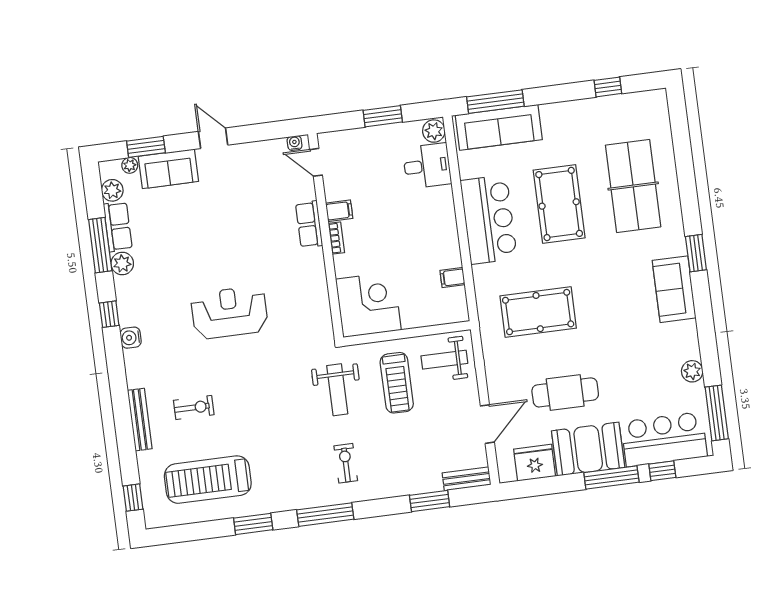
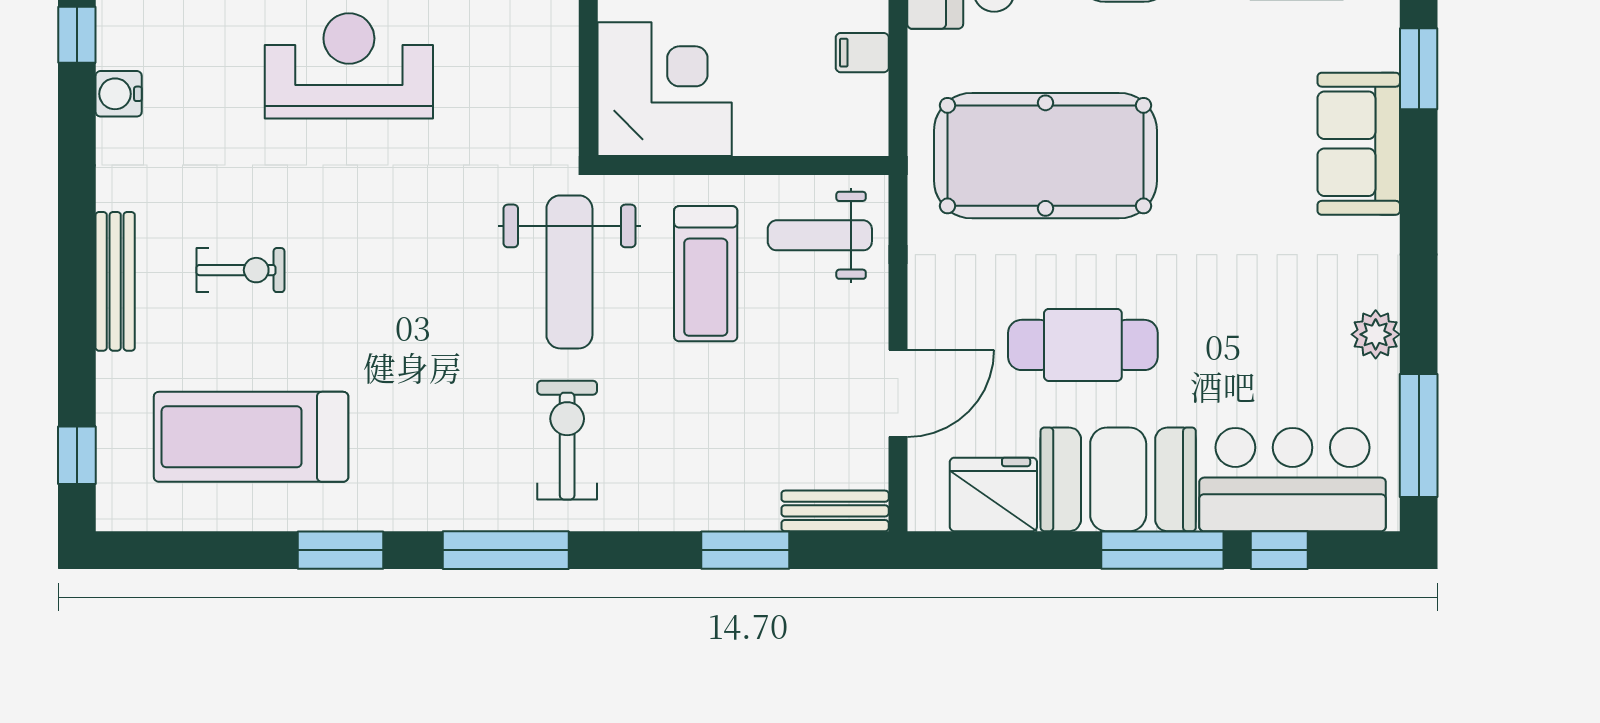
pool table: (538, 312) -> (1045, 156), width x1.36, depth x1.32
weight bench: (337, 390) -> (569, 272), width x1.36, depth x1.33
exercise bike: (346, 463) -> (567, 440), width x1.38, depth x1.39

